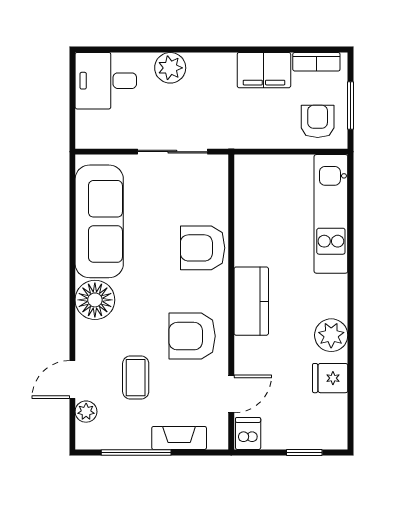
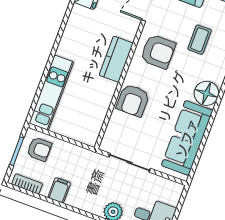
filing cabinet: (264, 70) -> (59, 190), width x0.50
armchair: (318, 121) -> (39, 149), turned -90
armchair: (203, 248) -> (133, 100), turned 90
plant: (331, 335) -> (77, 22), removed

